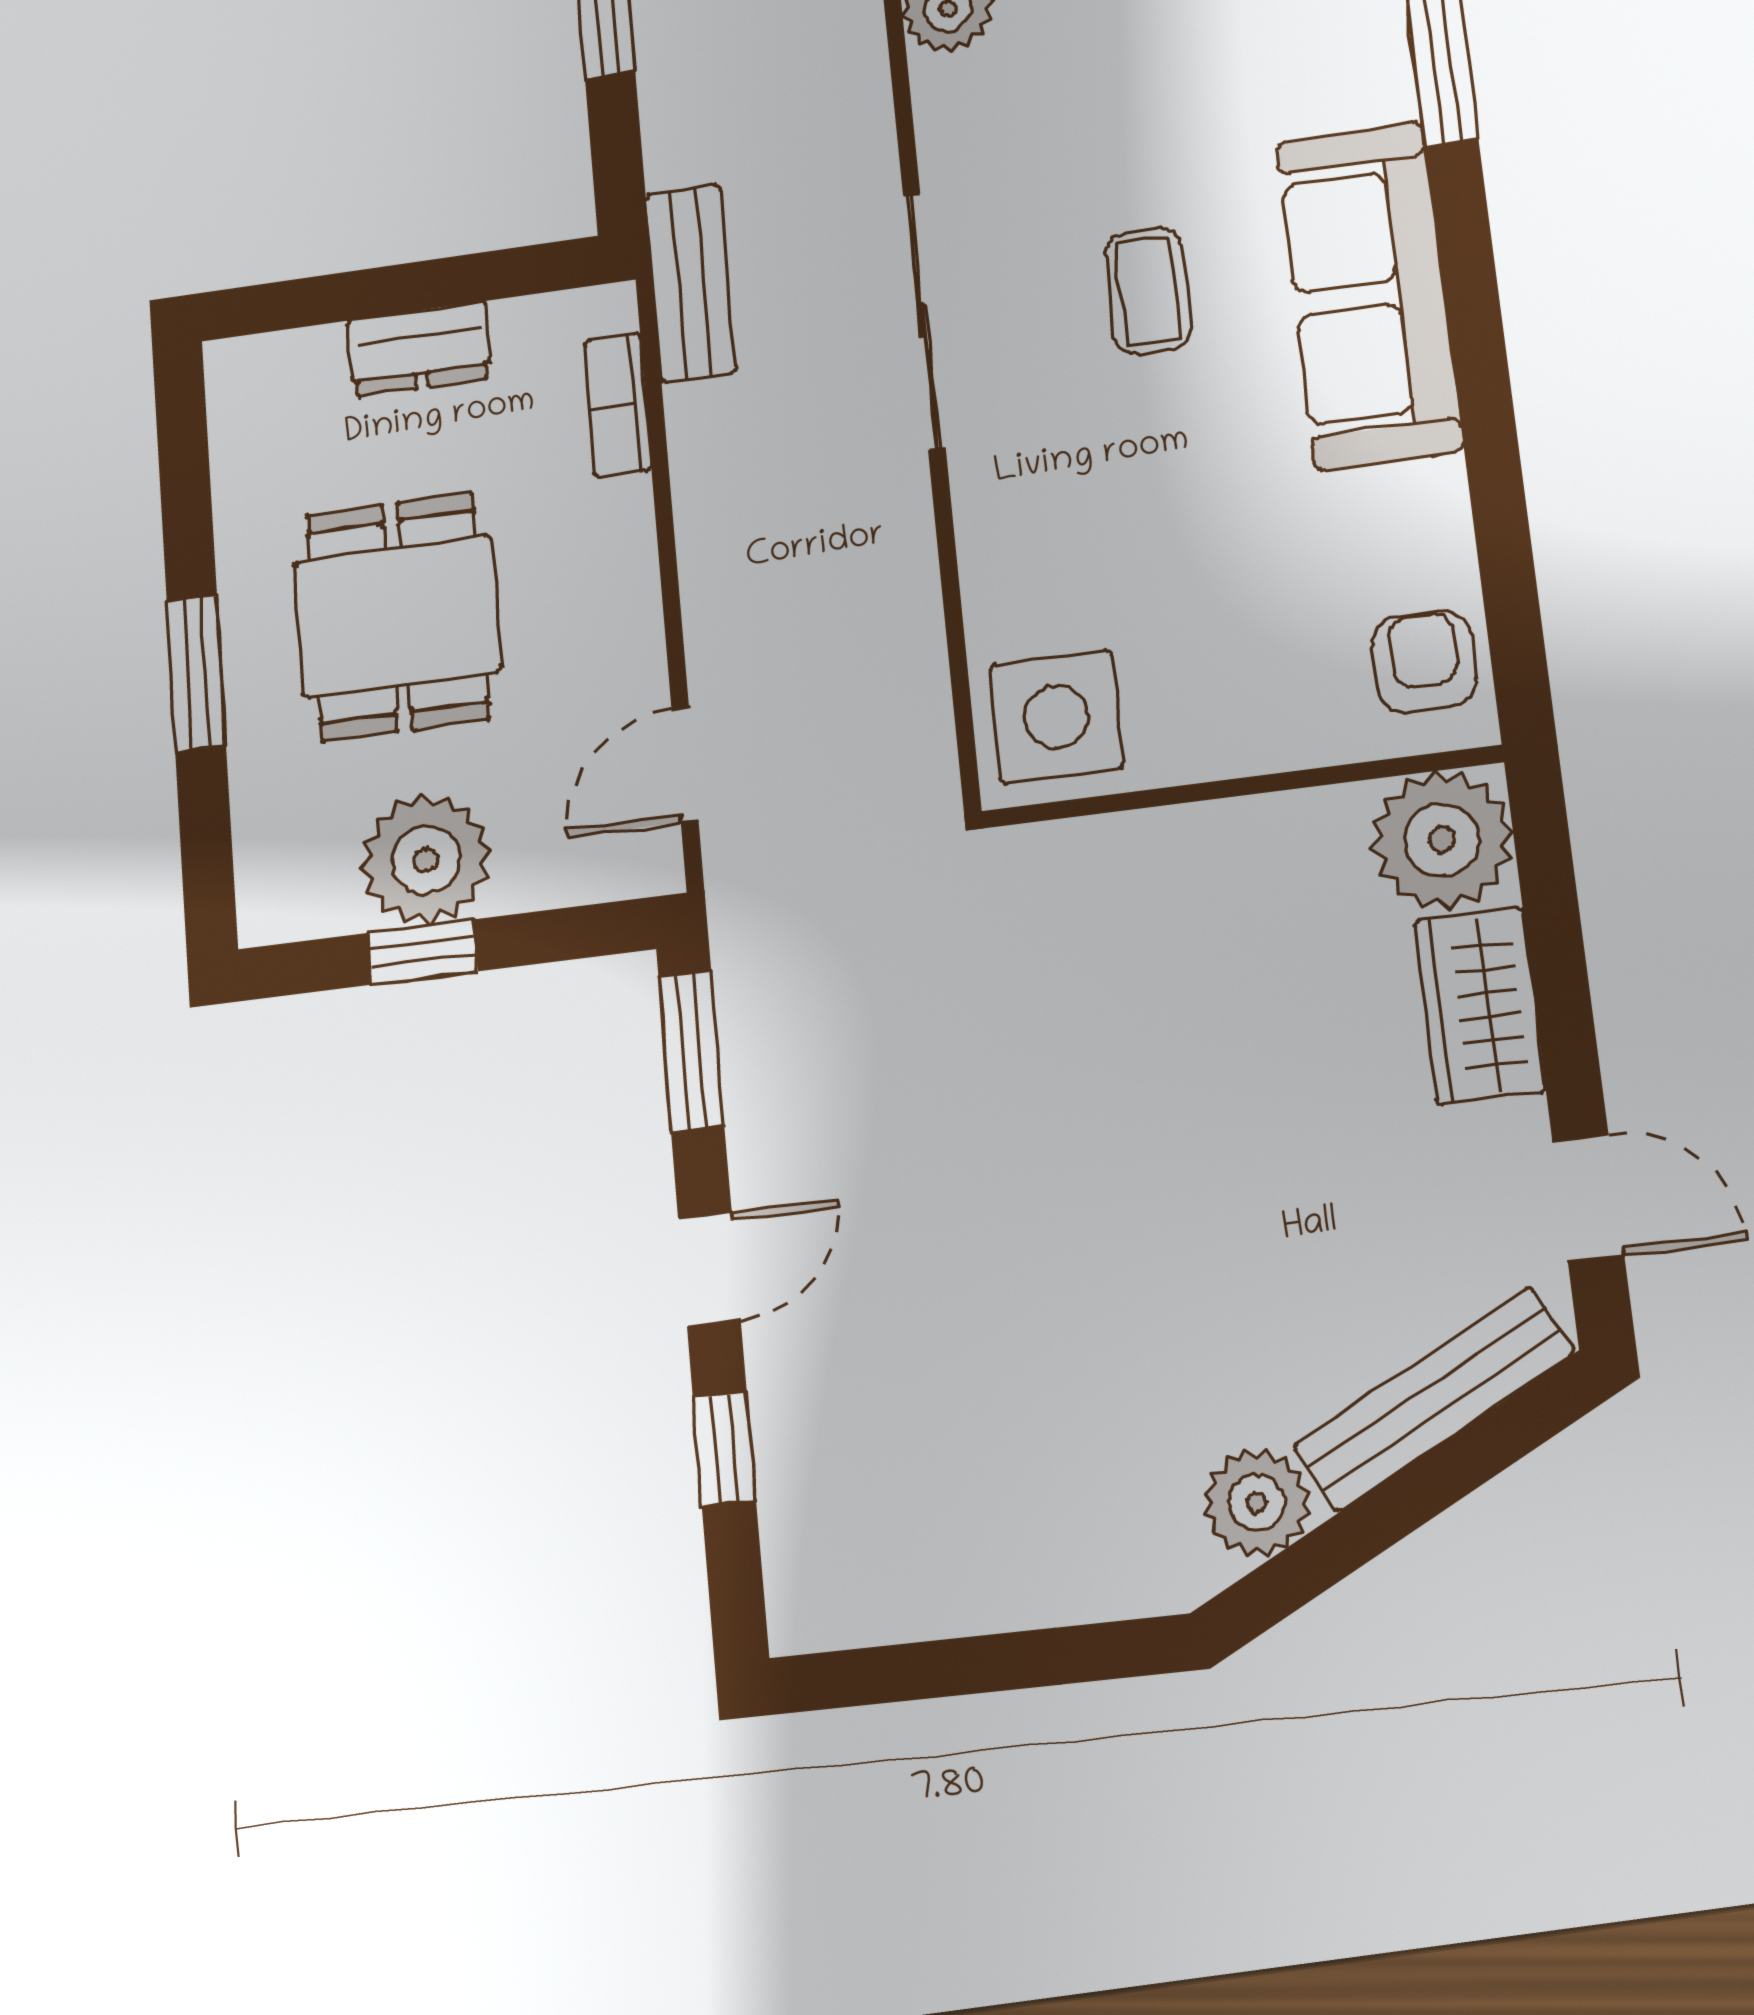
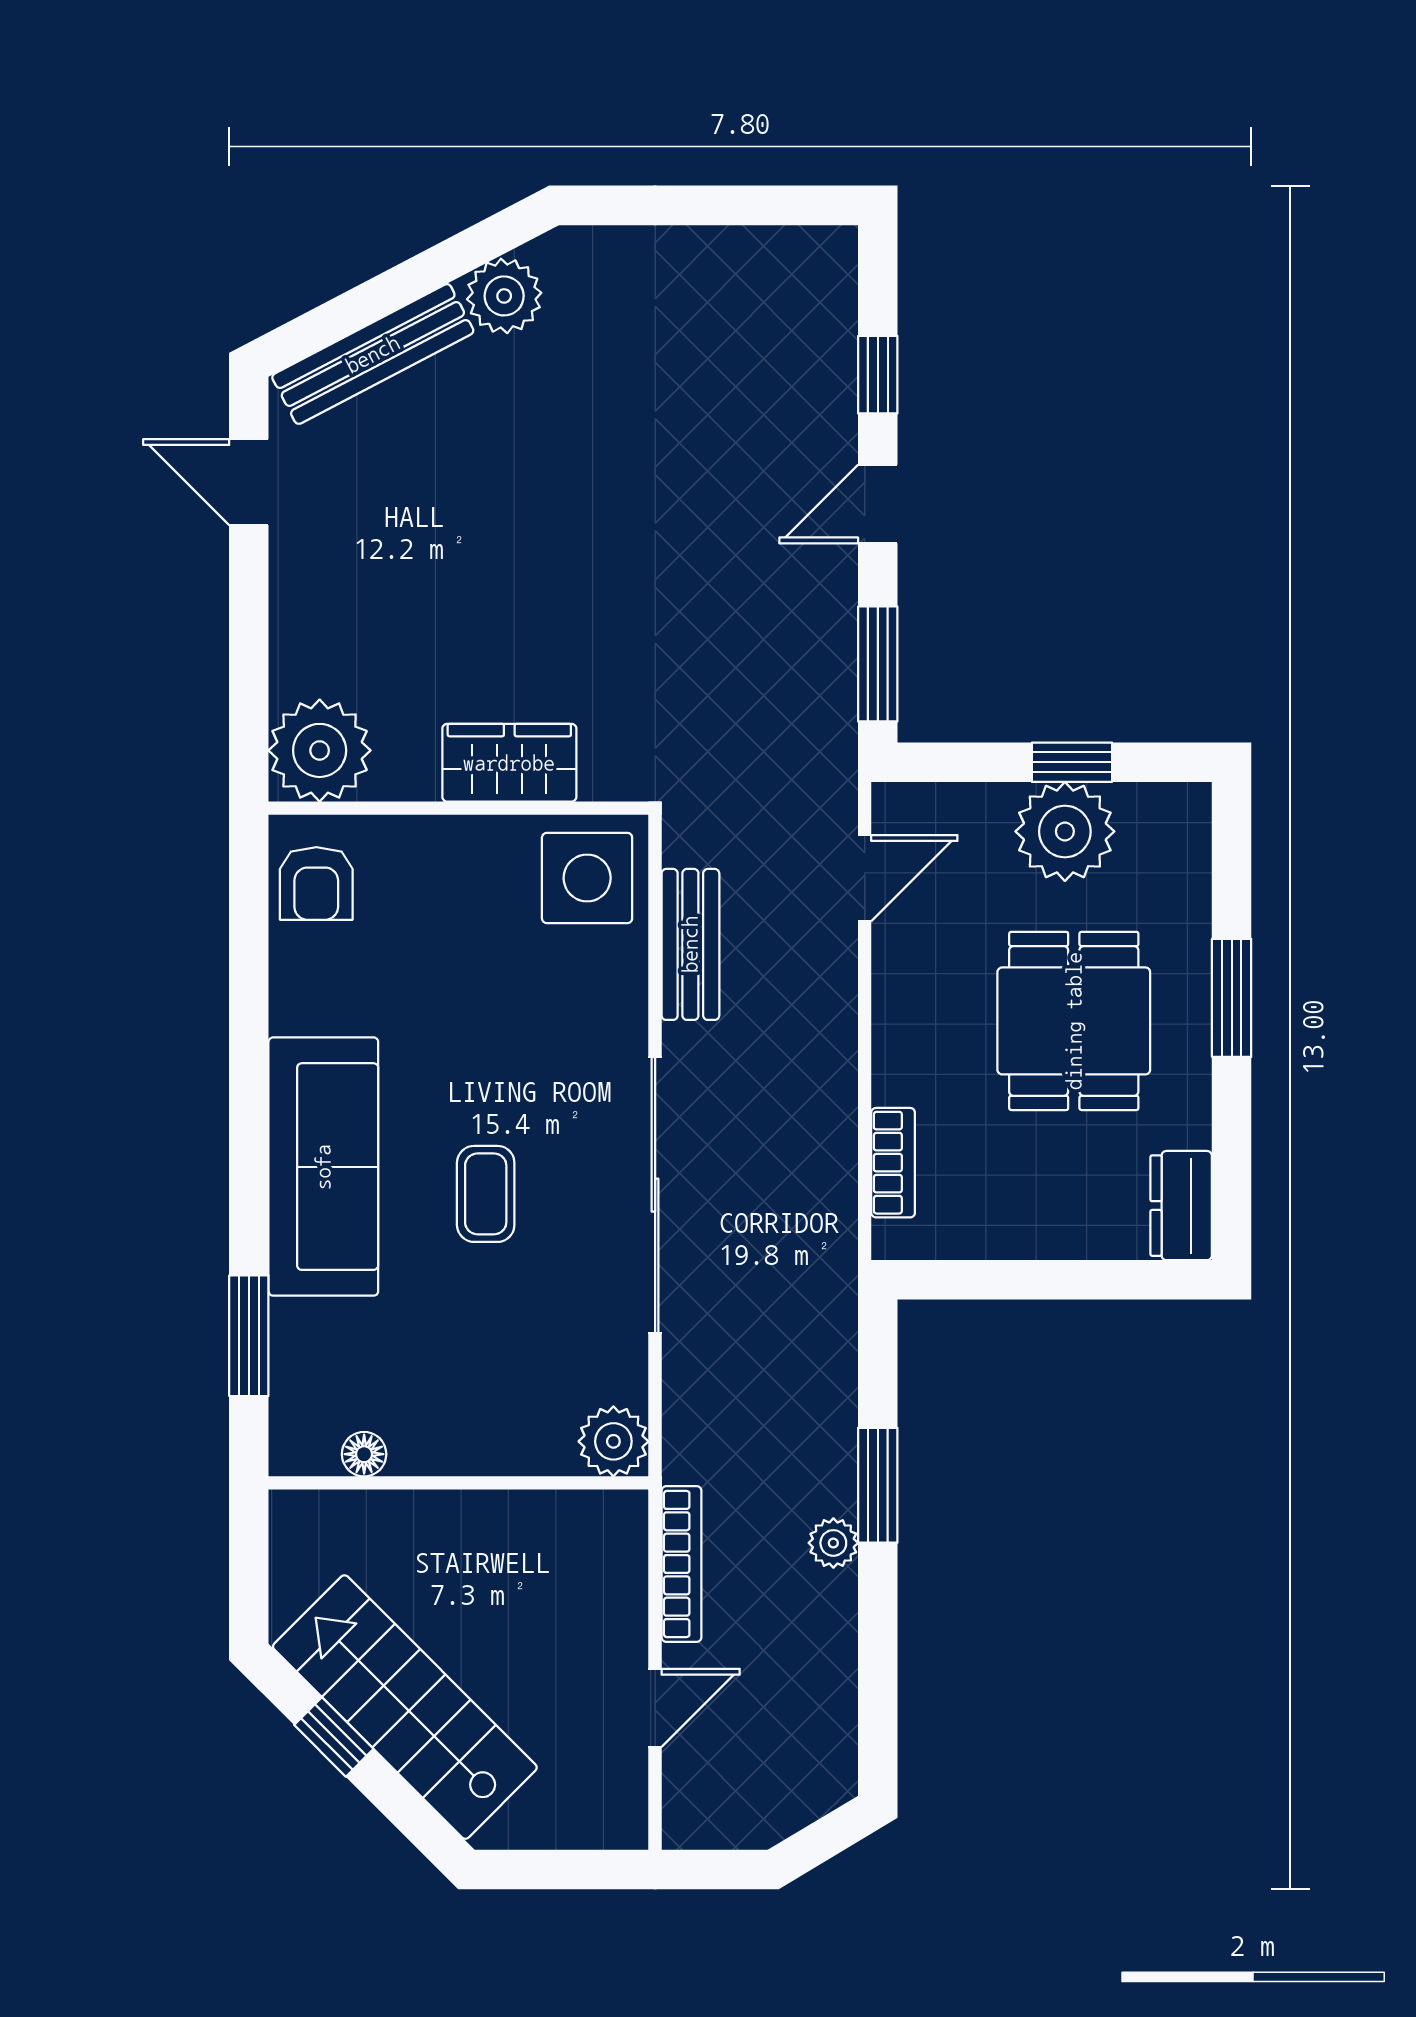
bench: (691, 283) -> (690, 944), moved
sliding door: (924, 321) -> (655, 1195), width x1.36
dresser: (420, 349) -> (1181, 1206), moved, turned -90
wardrobe: (1480, 1006) -> (509, 763), moved, turned -90

